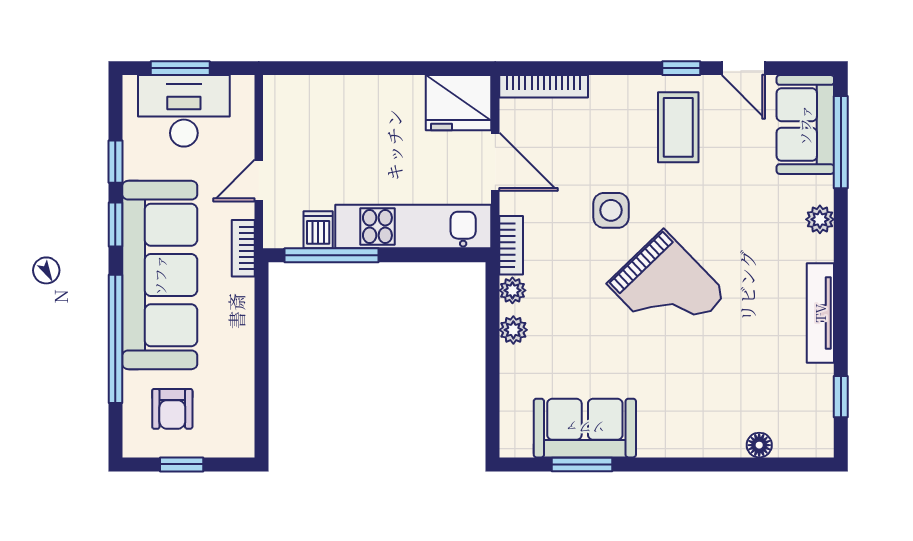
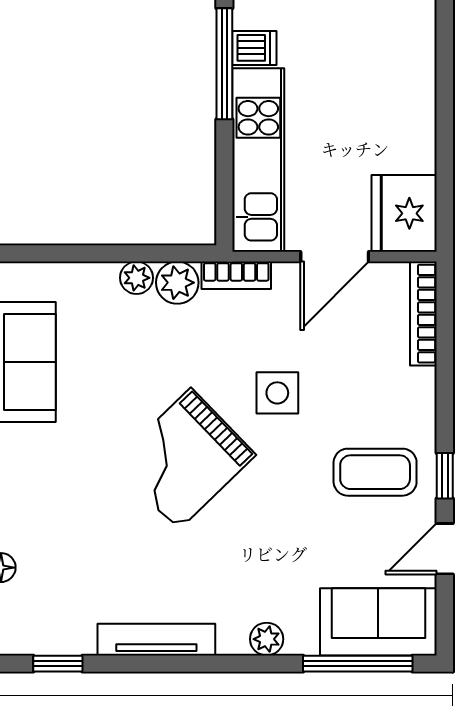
plant: (512, 290) -> (177, 283), width x1.38, depth x1.38

